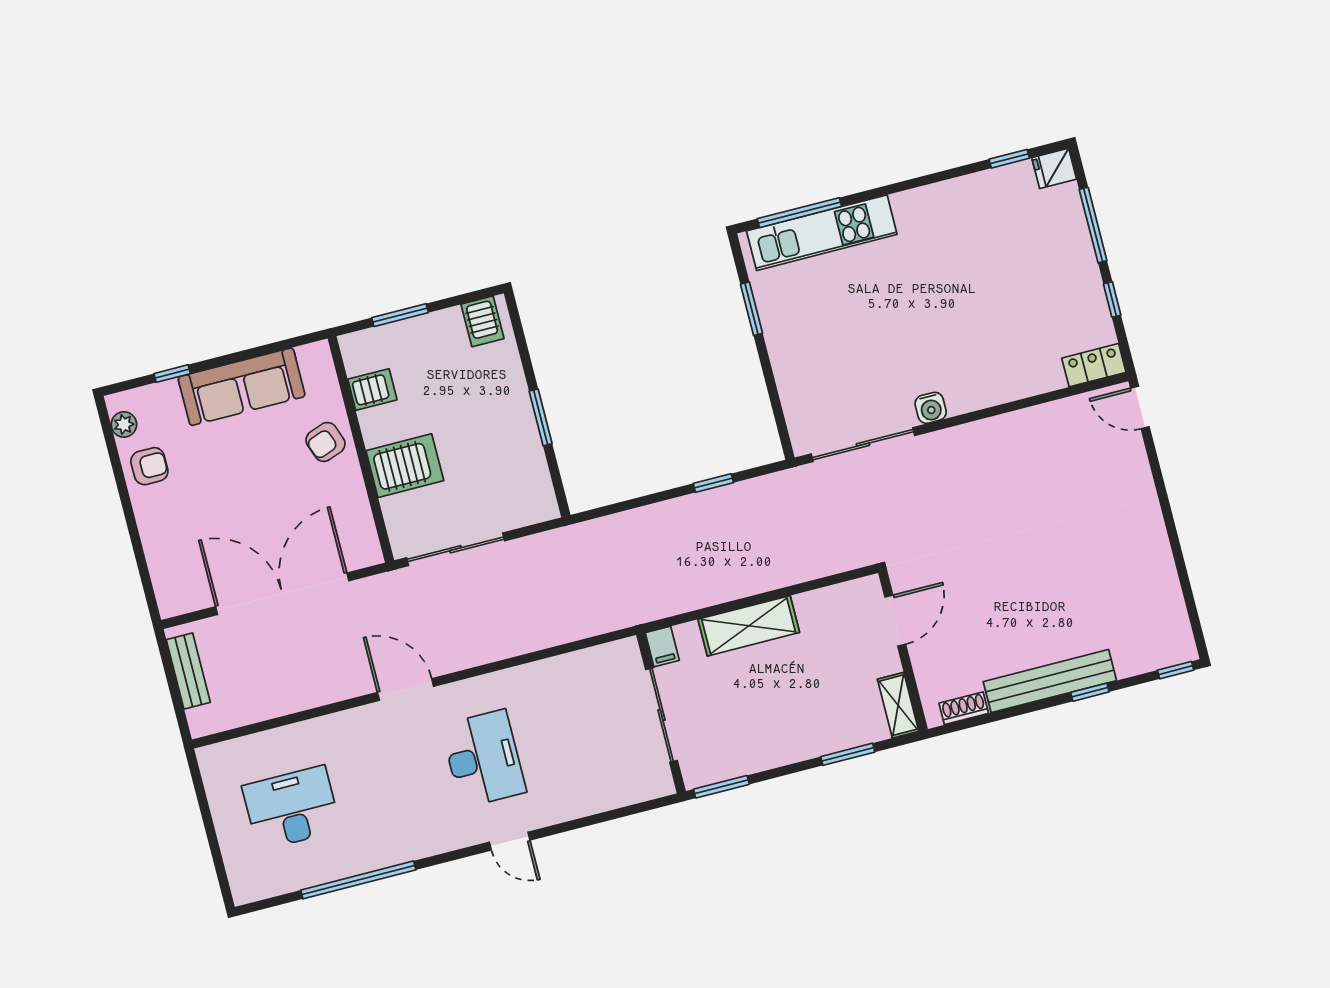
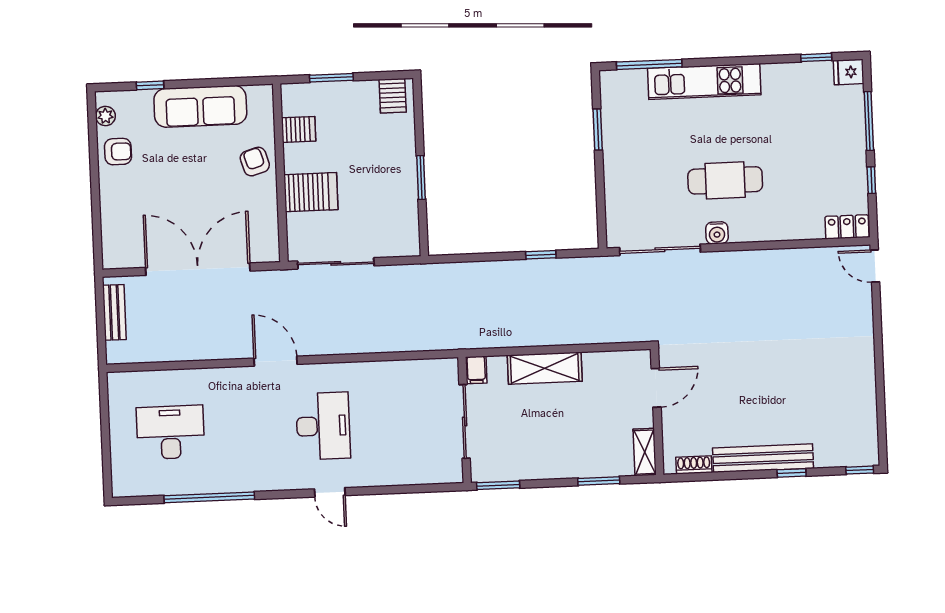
kitchen unit: (822, 233) -> (704, 82), moved
cafe table: (927, 339) -> (725, 180), added
armchair: (325, 442) -> (255, 162), turned 93

